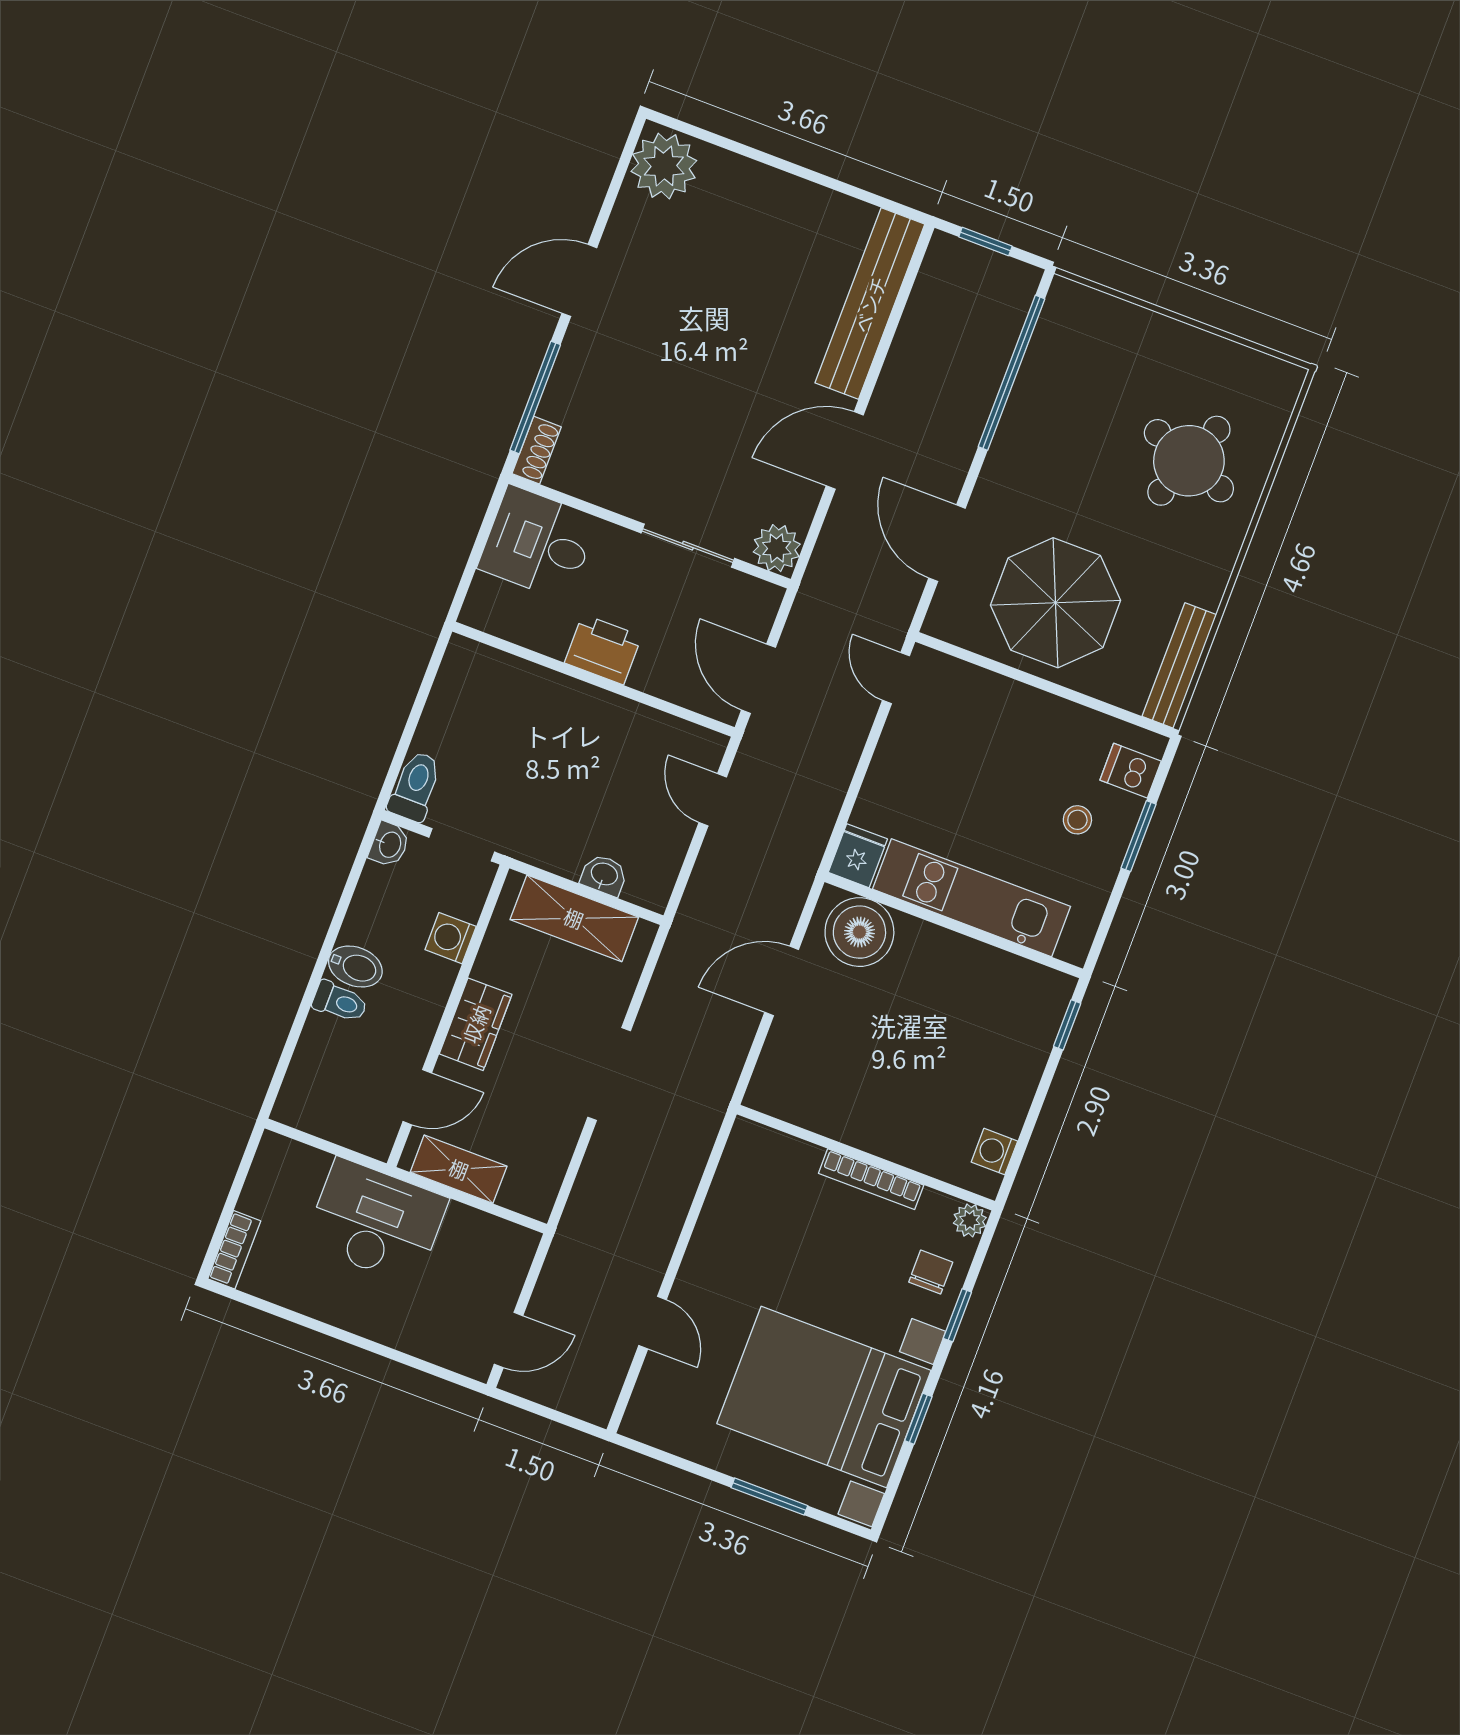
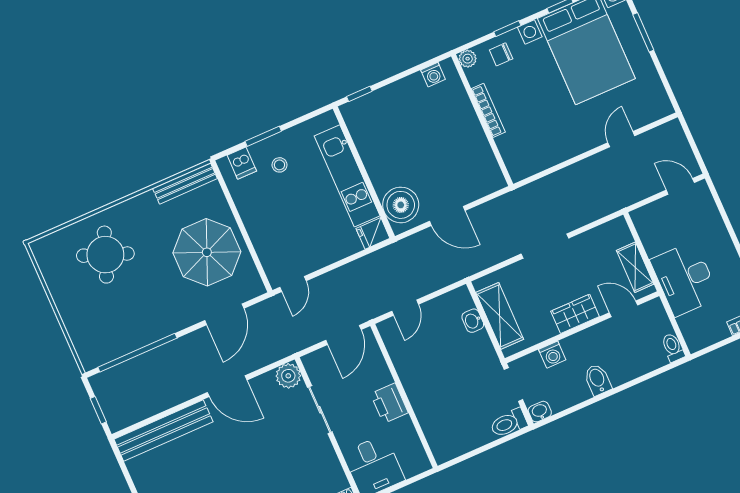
toilet: (340, 1002) -> (673, 347), moved

